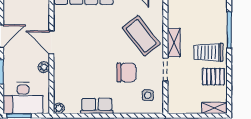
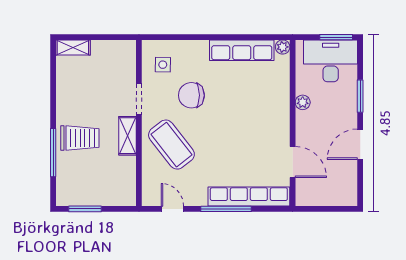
door: (51, 42) -> (293, 162), moved
trolley: (208, 52) -> (80, 138), moved
pallet: (213, 77) -> (74, 90), removed
row of seats: (97, 106) -> (242, 50), width x1.48

